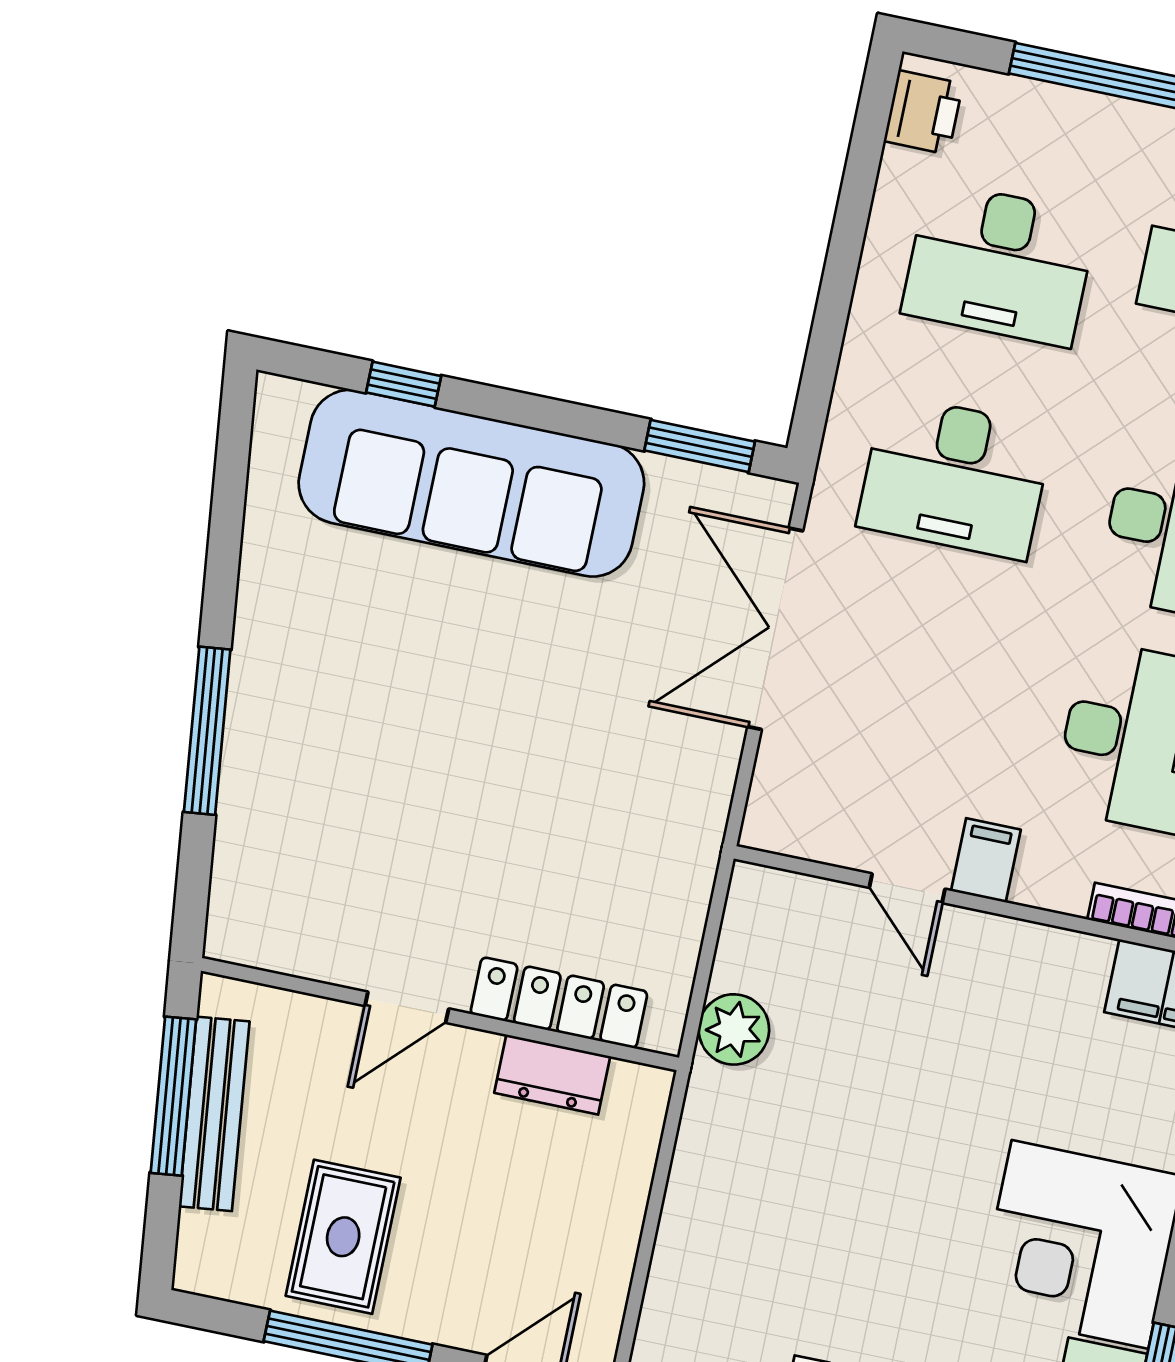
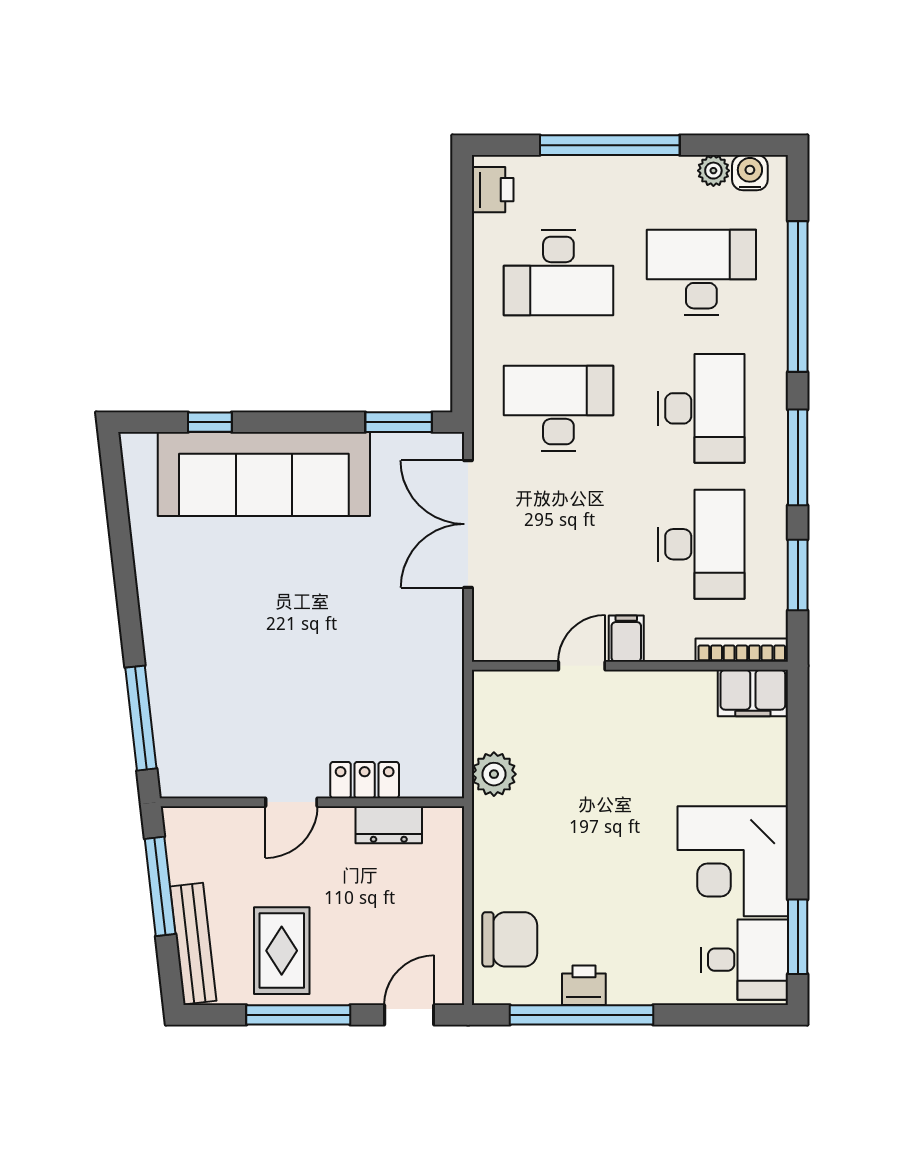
desk: (955, 477) -> (558, 408), turned 180
window: (207, 731) -> (141, 718), moved
door: (907, 888) -> (582, 666), swing flipped
locker: (559, 1003) -> (365, 780), width x0.66
bench: (214, 1114) -> (193, 944), moved
chair: (705, 1294) -> (510, 939), added

